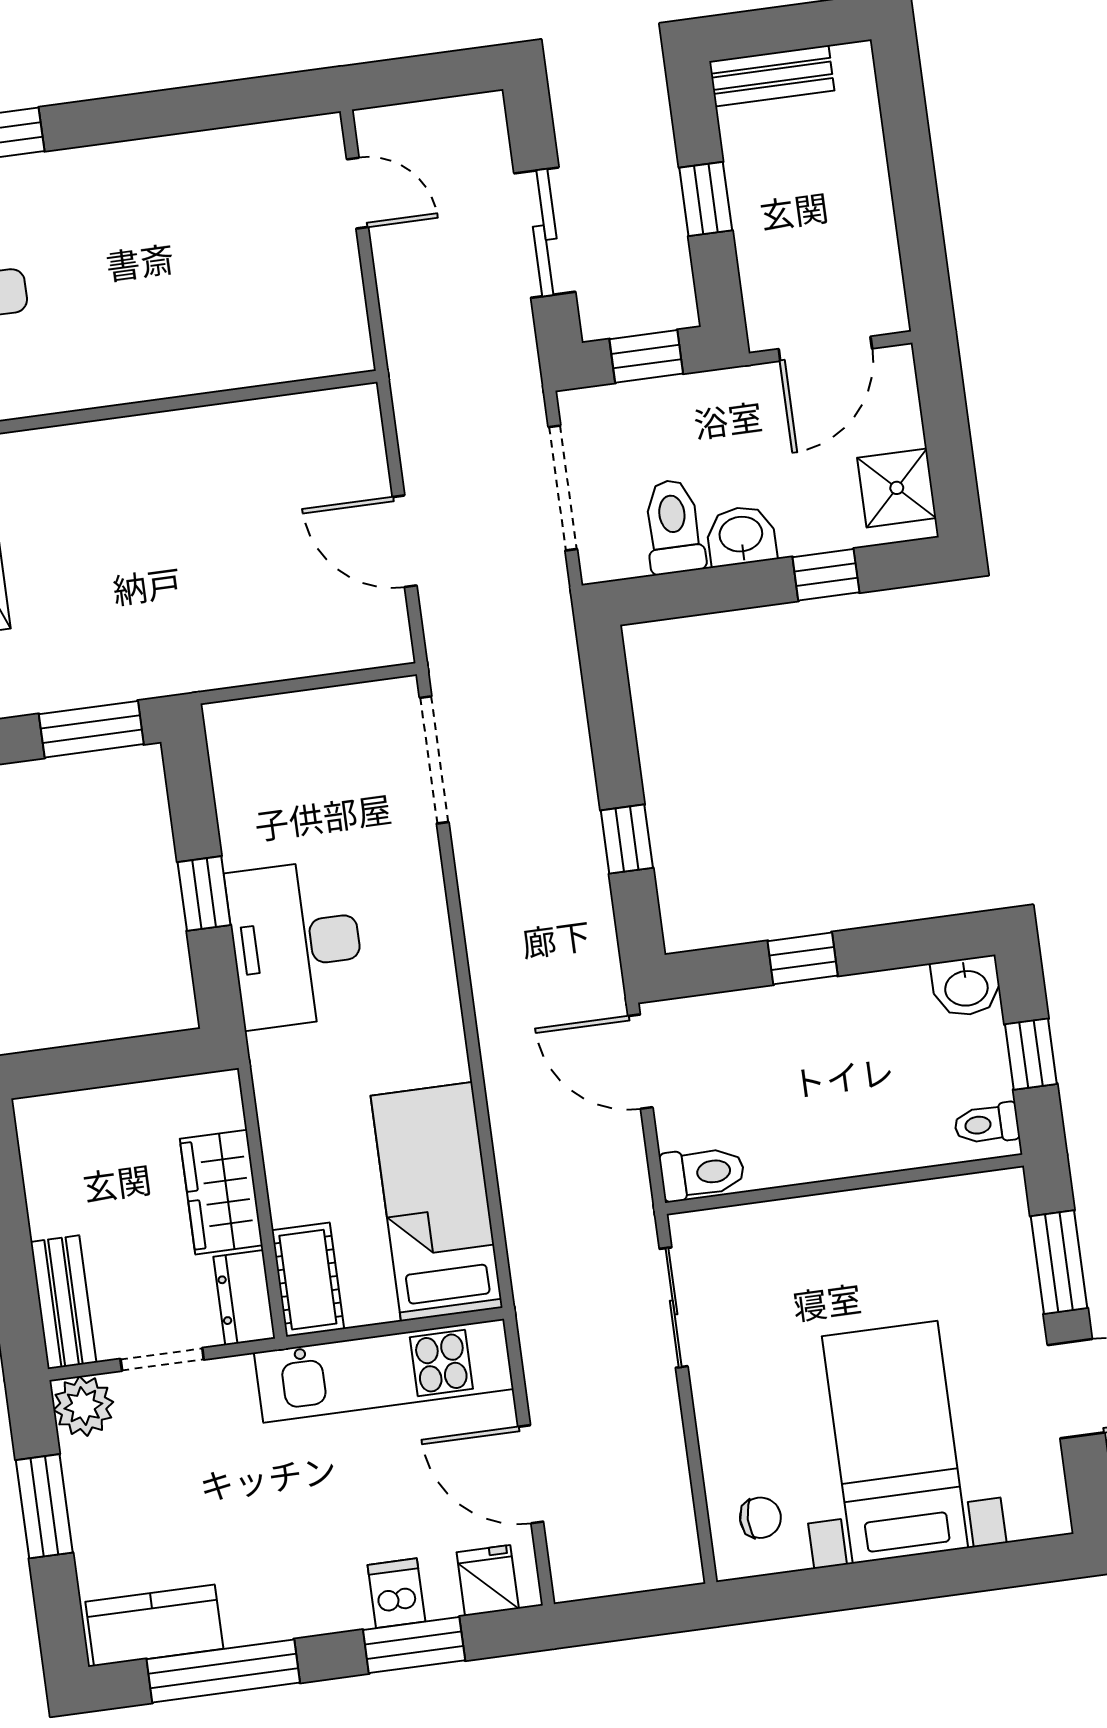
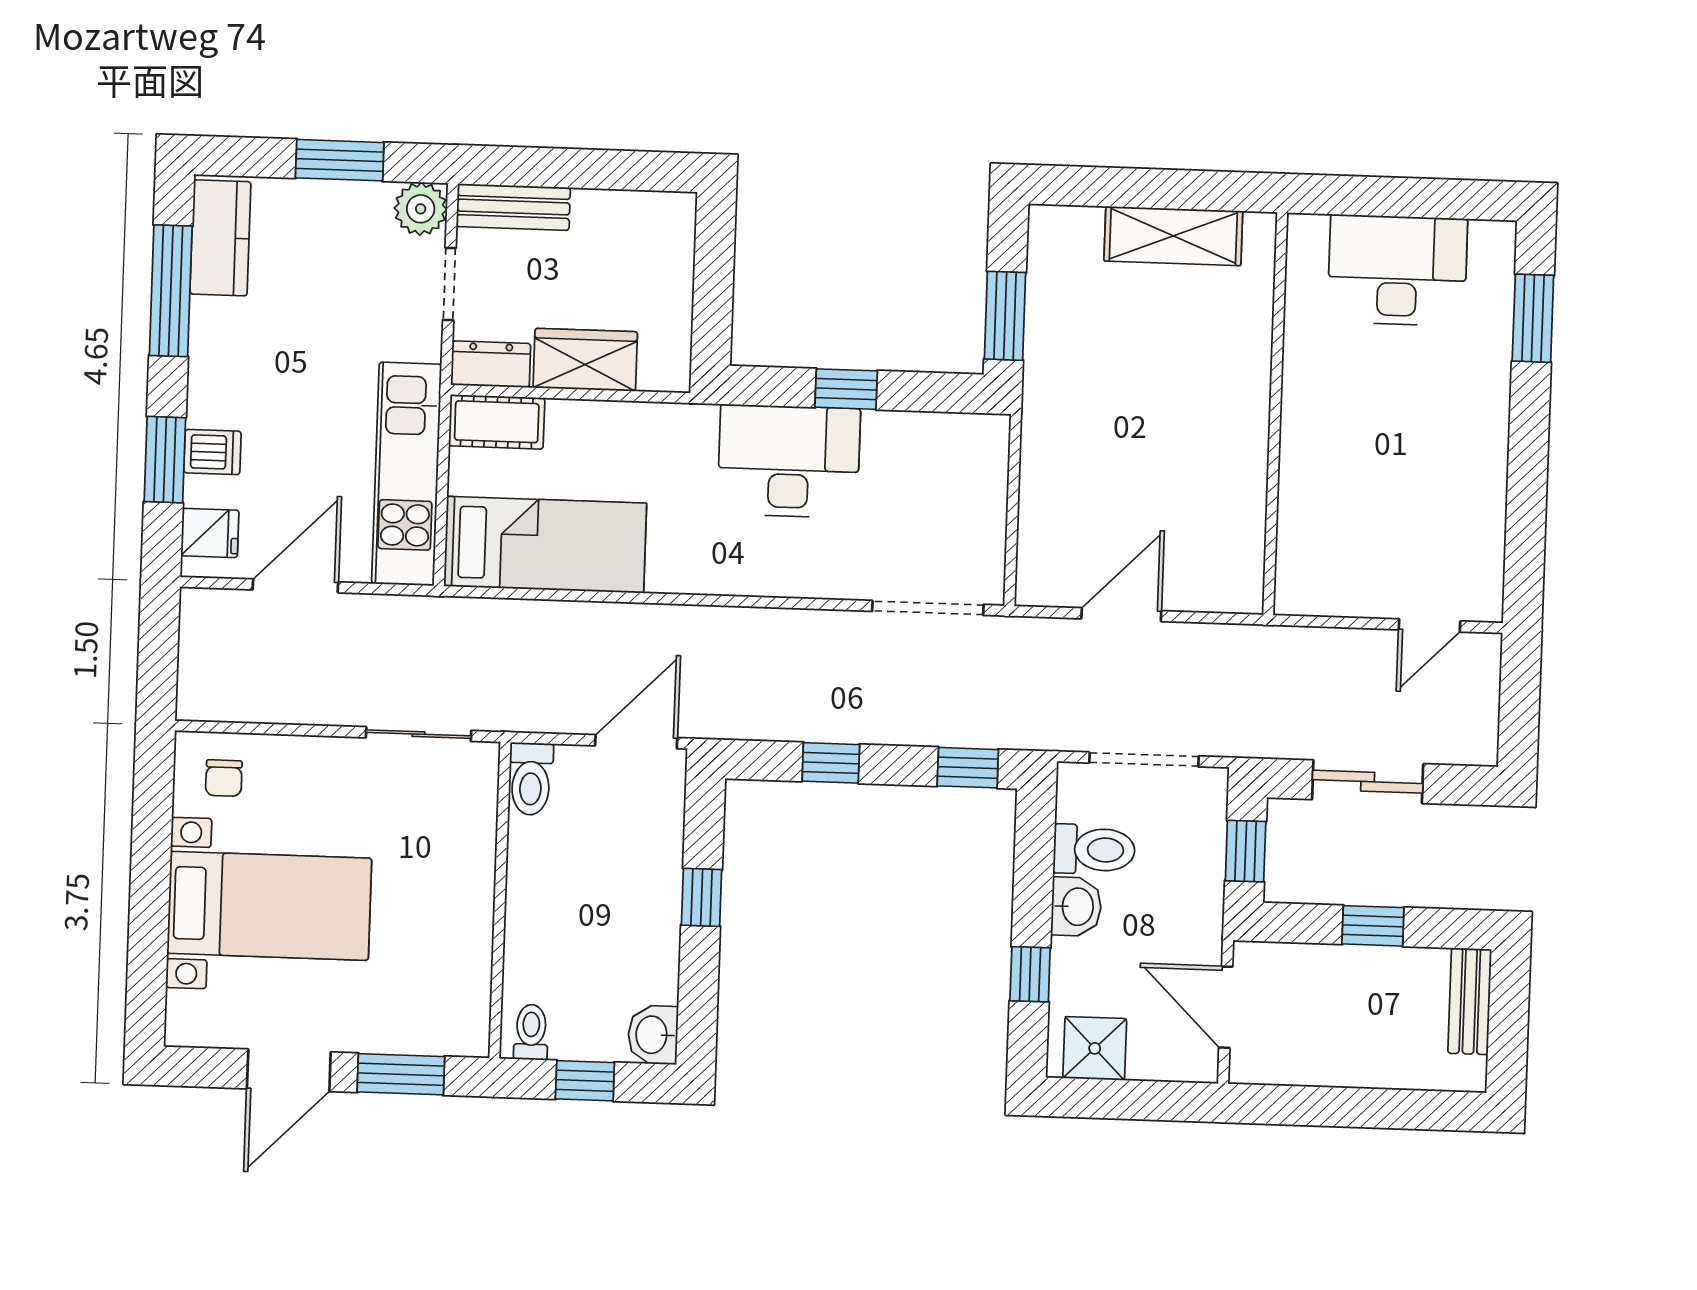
window: (606, 684) -> (968, 768), added

